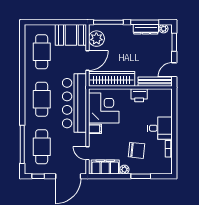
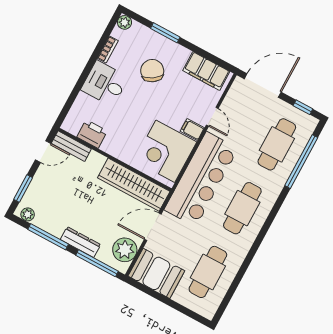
dresser: (146, 29) -> (80, 242), moved
bench: (155, 82) -> (71, 146), width x0.73
printer: (139, 95) -> (92, 134), moved
chair: (136, 150) -> (152, 71), turned 51
door: (88, 153) -> (212, 117), moved
plant: (124, 170) -> (125, 22), moved

